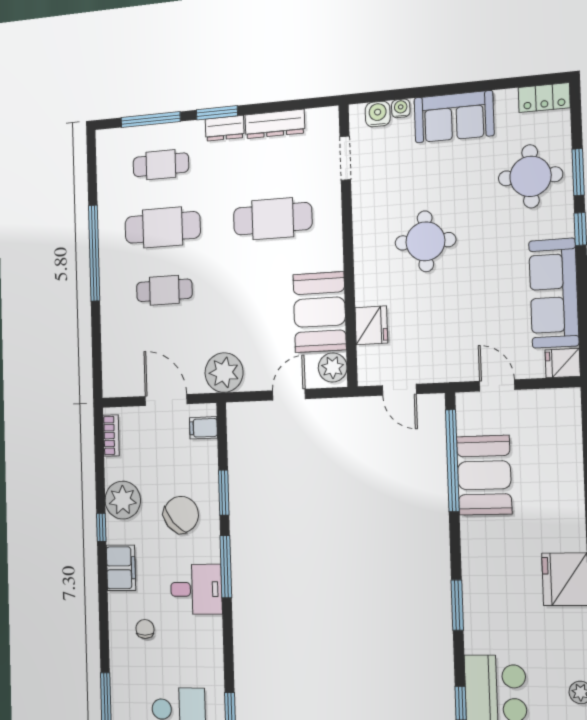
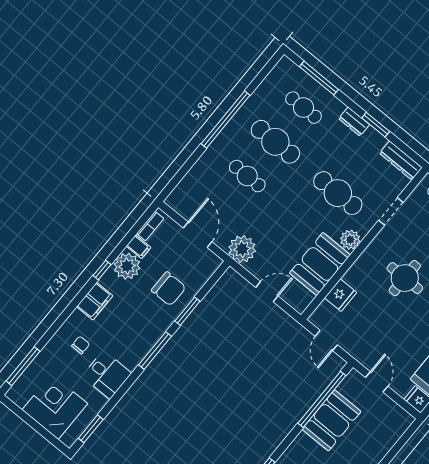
window: (217, 113) -> (376, 125), moved
dresser: (275, 124) -> (401, 160), moved
doorway: (345, 158) -> (391, 211), moved
plant: (333, 367) -> (350, 240), moved
filing cabinet: (203, 428) -> (139, 247), moved, turned 180
chair: (181, 515) -> (169, 289), moved, turned 40
desk: (196, 589) -> (107, 375), moved

